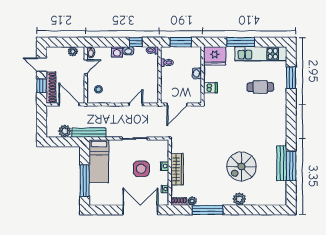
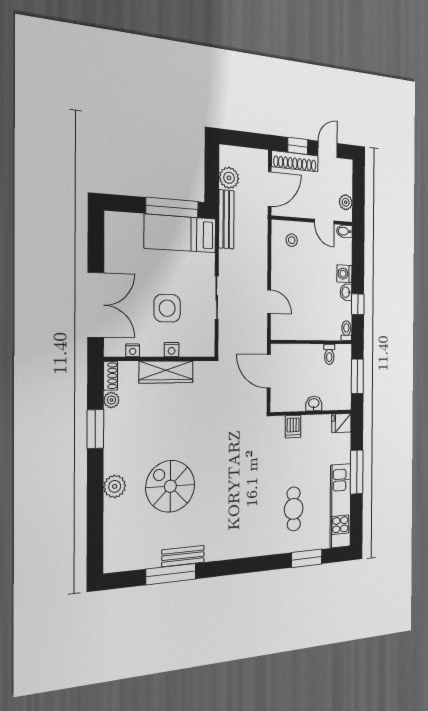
fridge: (215, 56) -> (341, 423), width x0.53, depth x0.75
bench: (282, 163) -> (183, 556), width x0.73
window: (85, 181) -> (172, 208), moved
window: (208, 210) -> (95, 429), width x0.69

